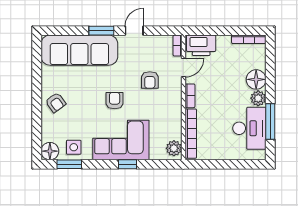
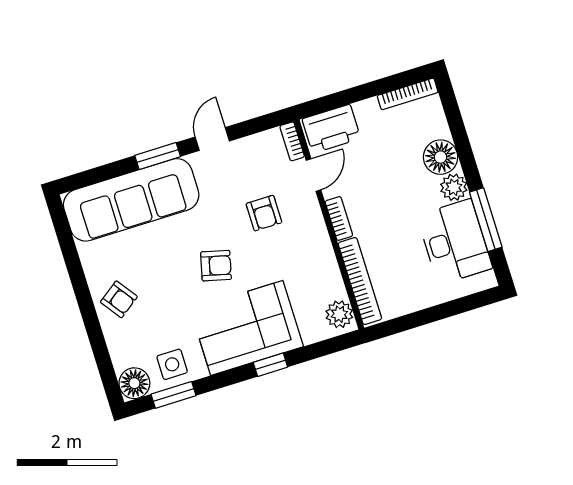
armchair: (115, 101) -> (216, 266), turned 104

